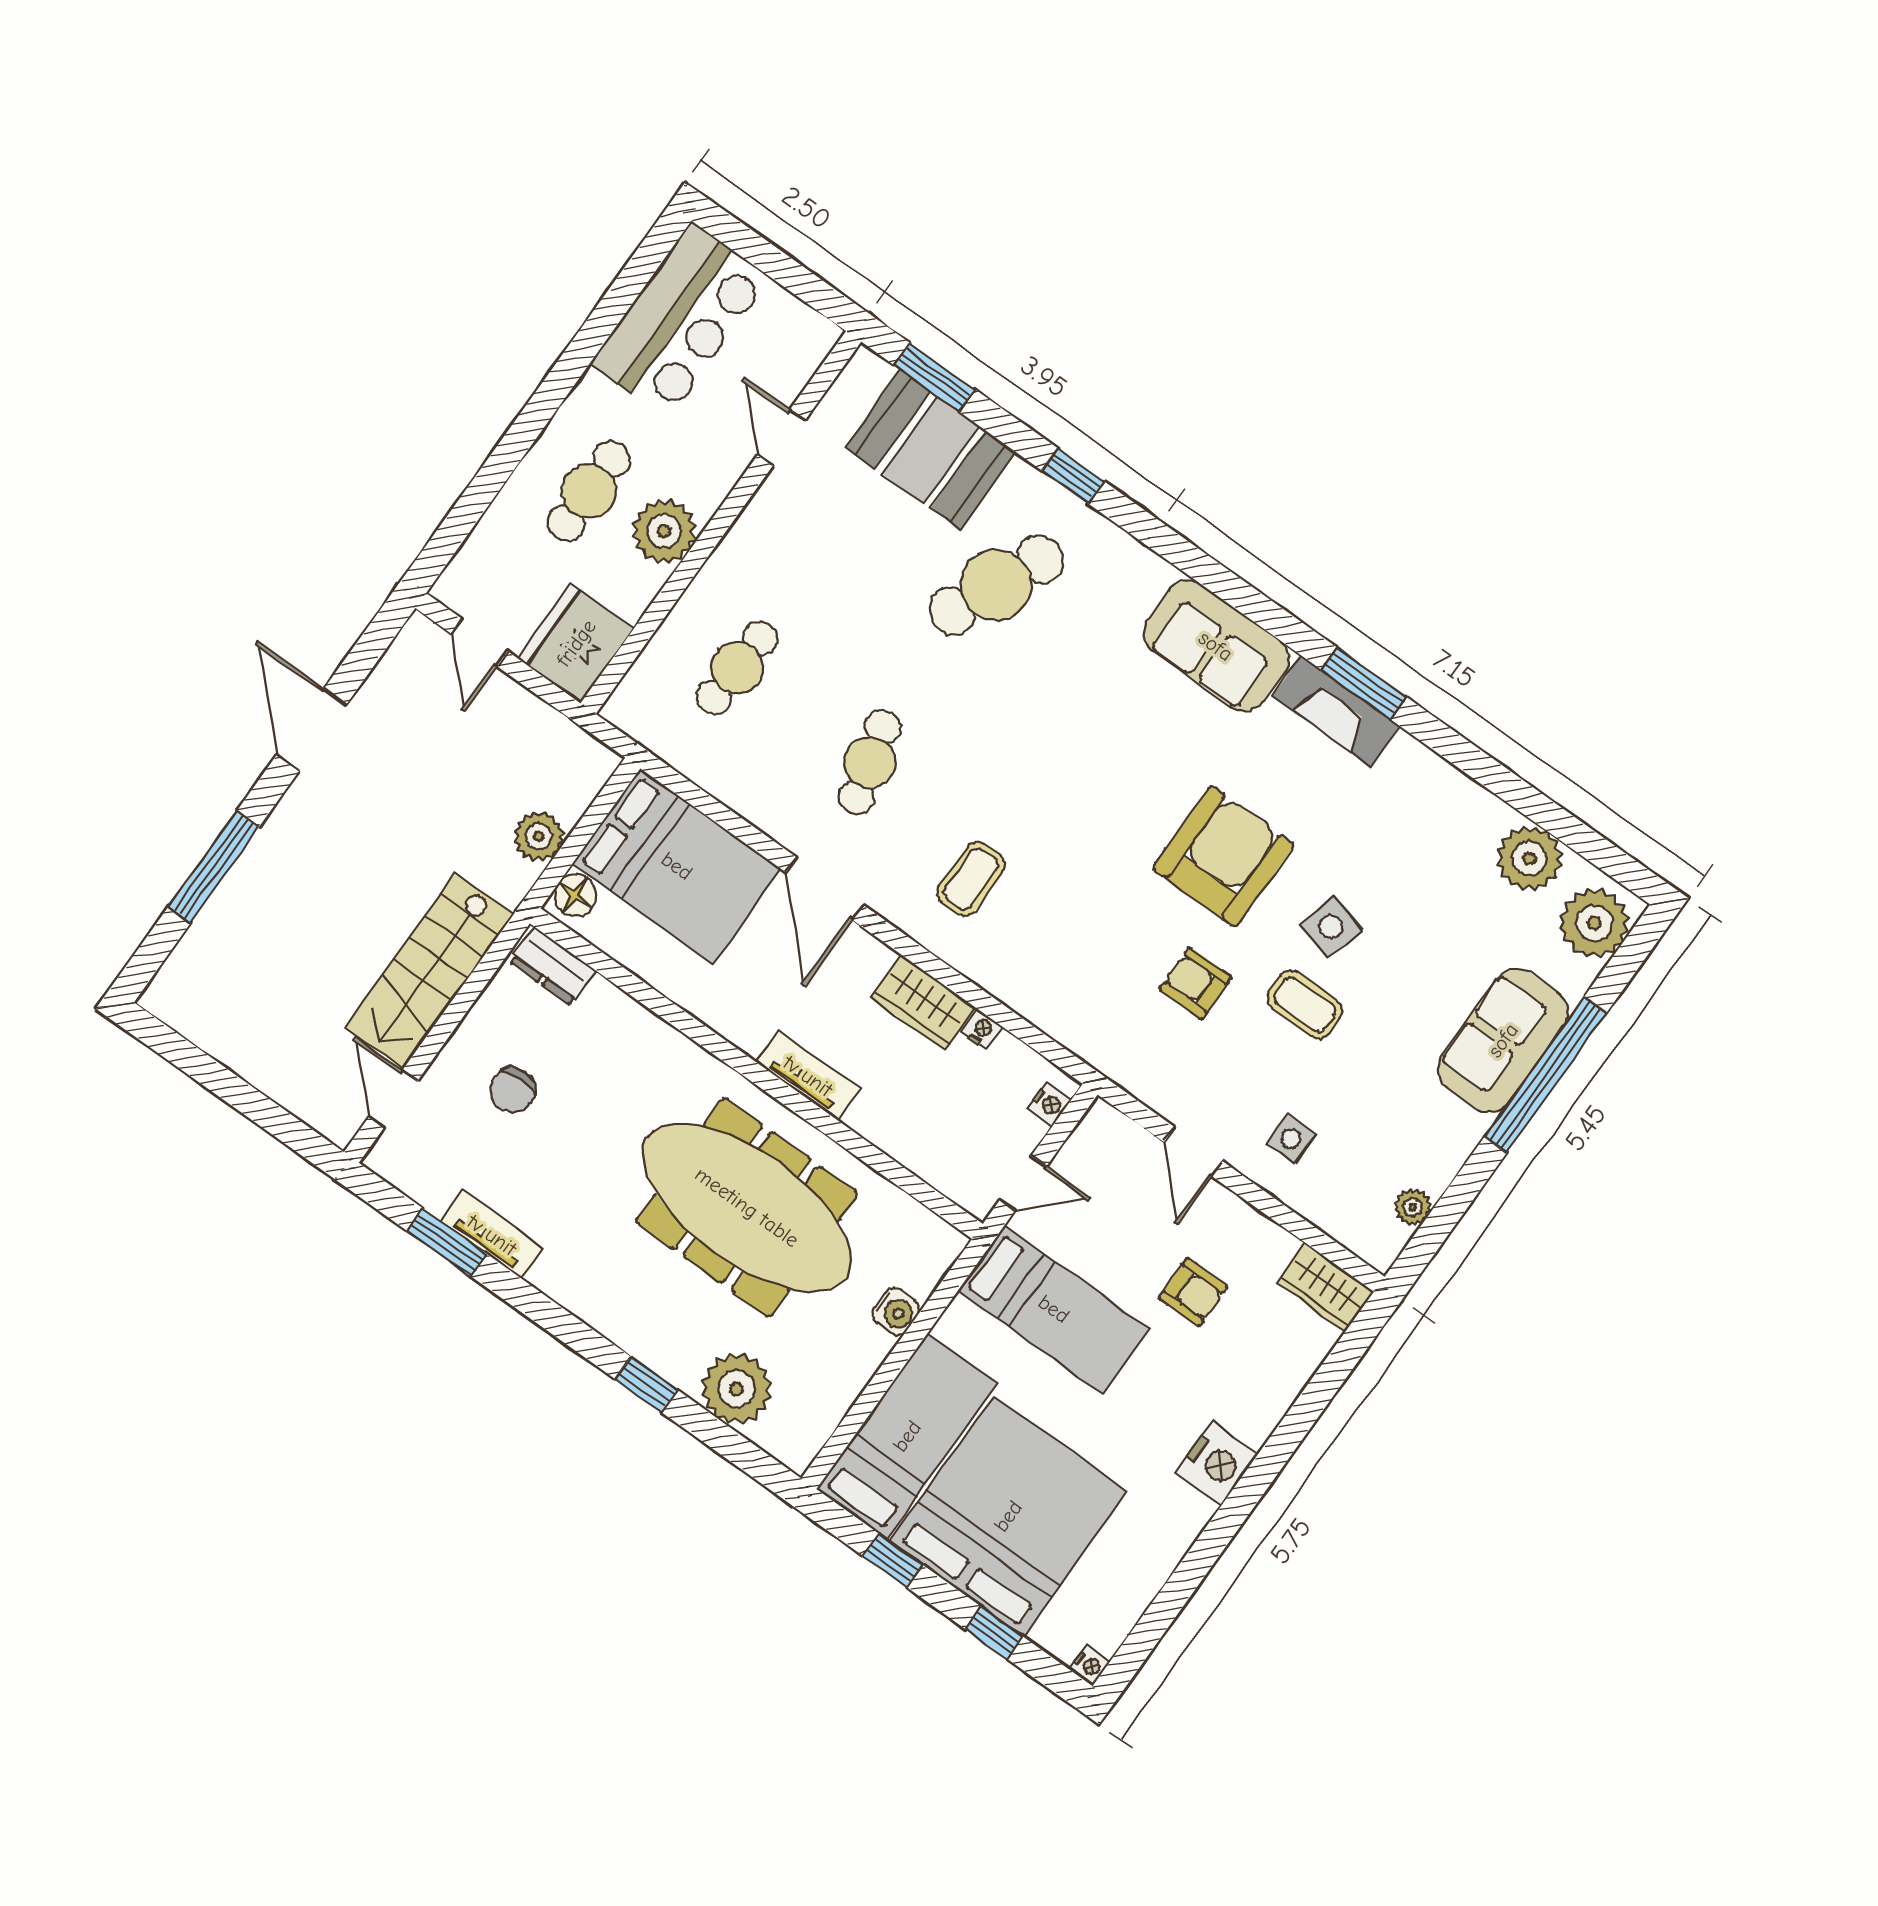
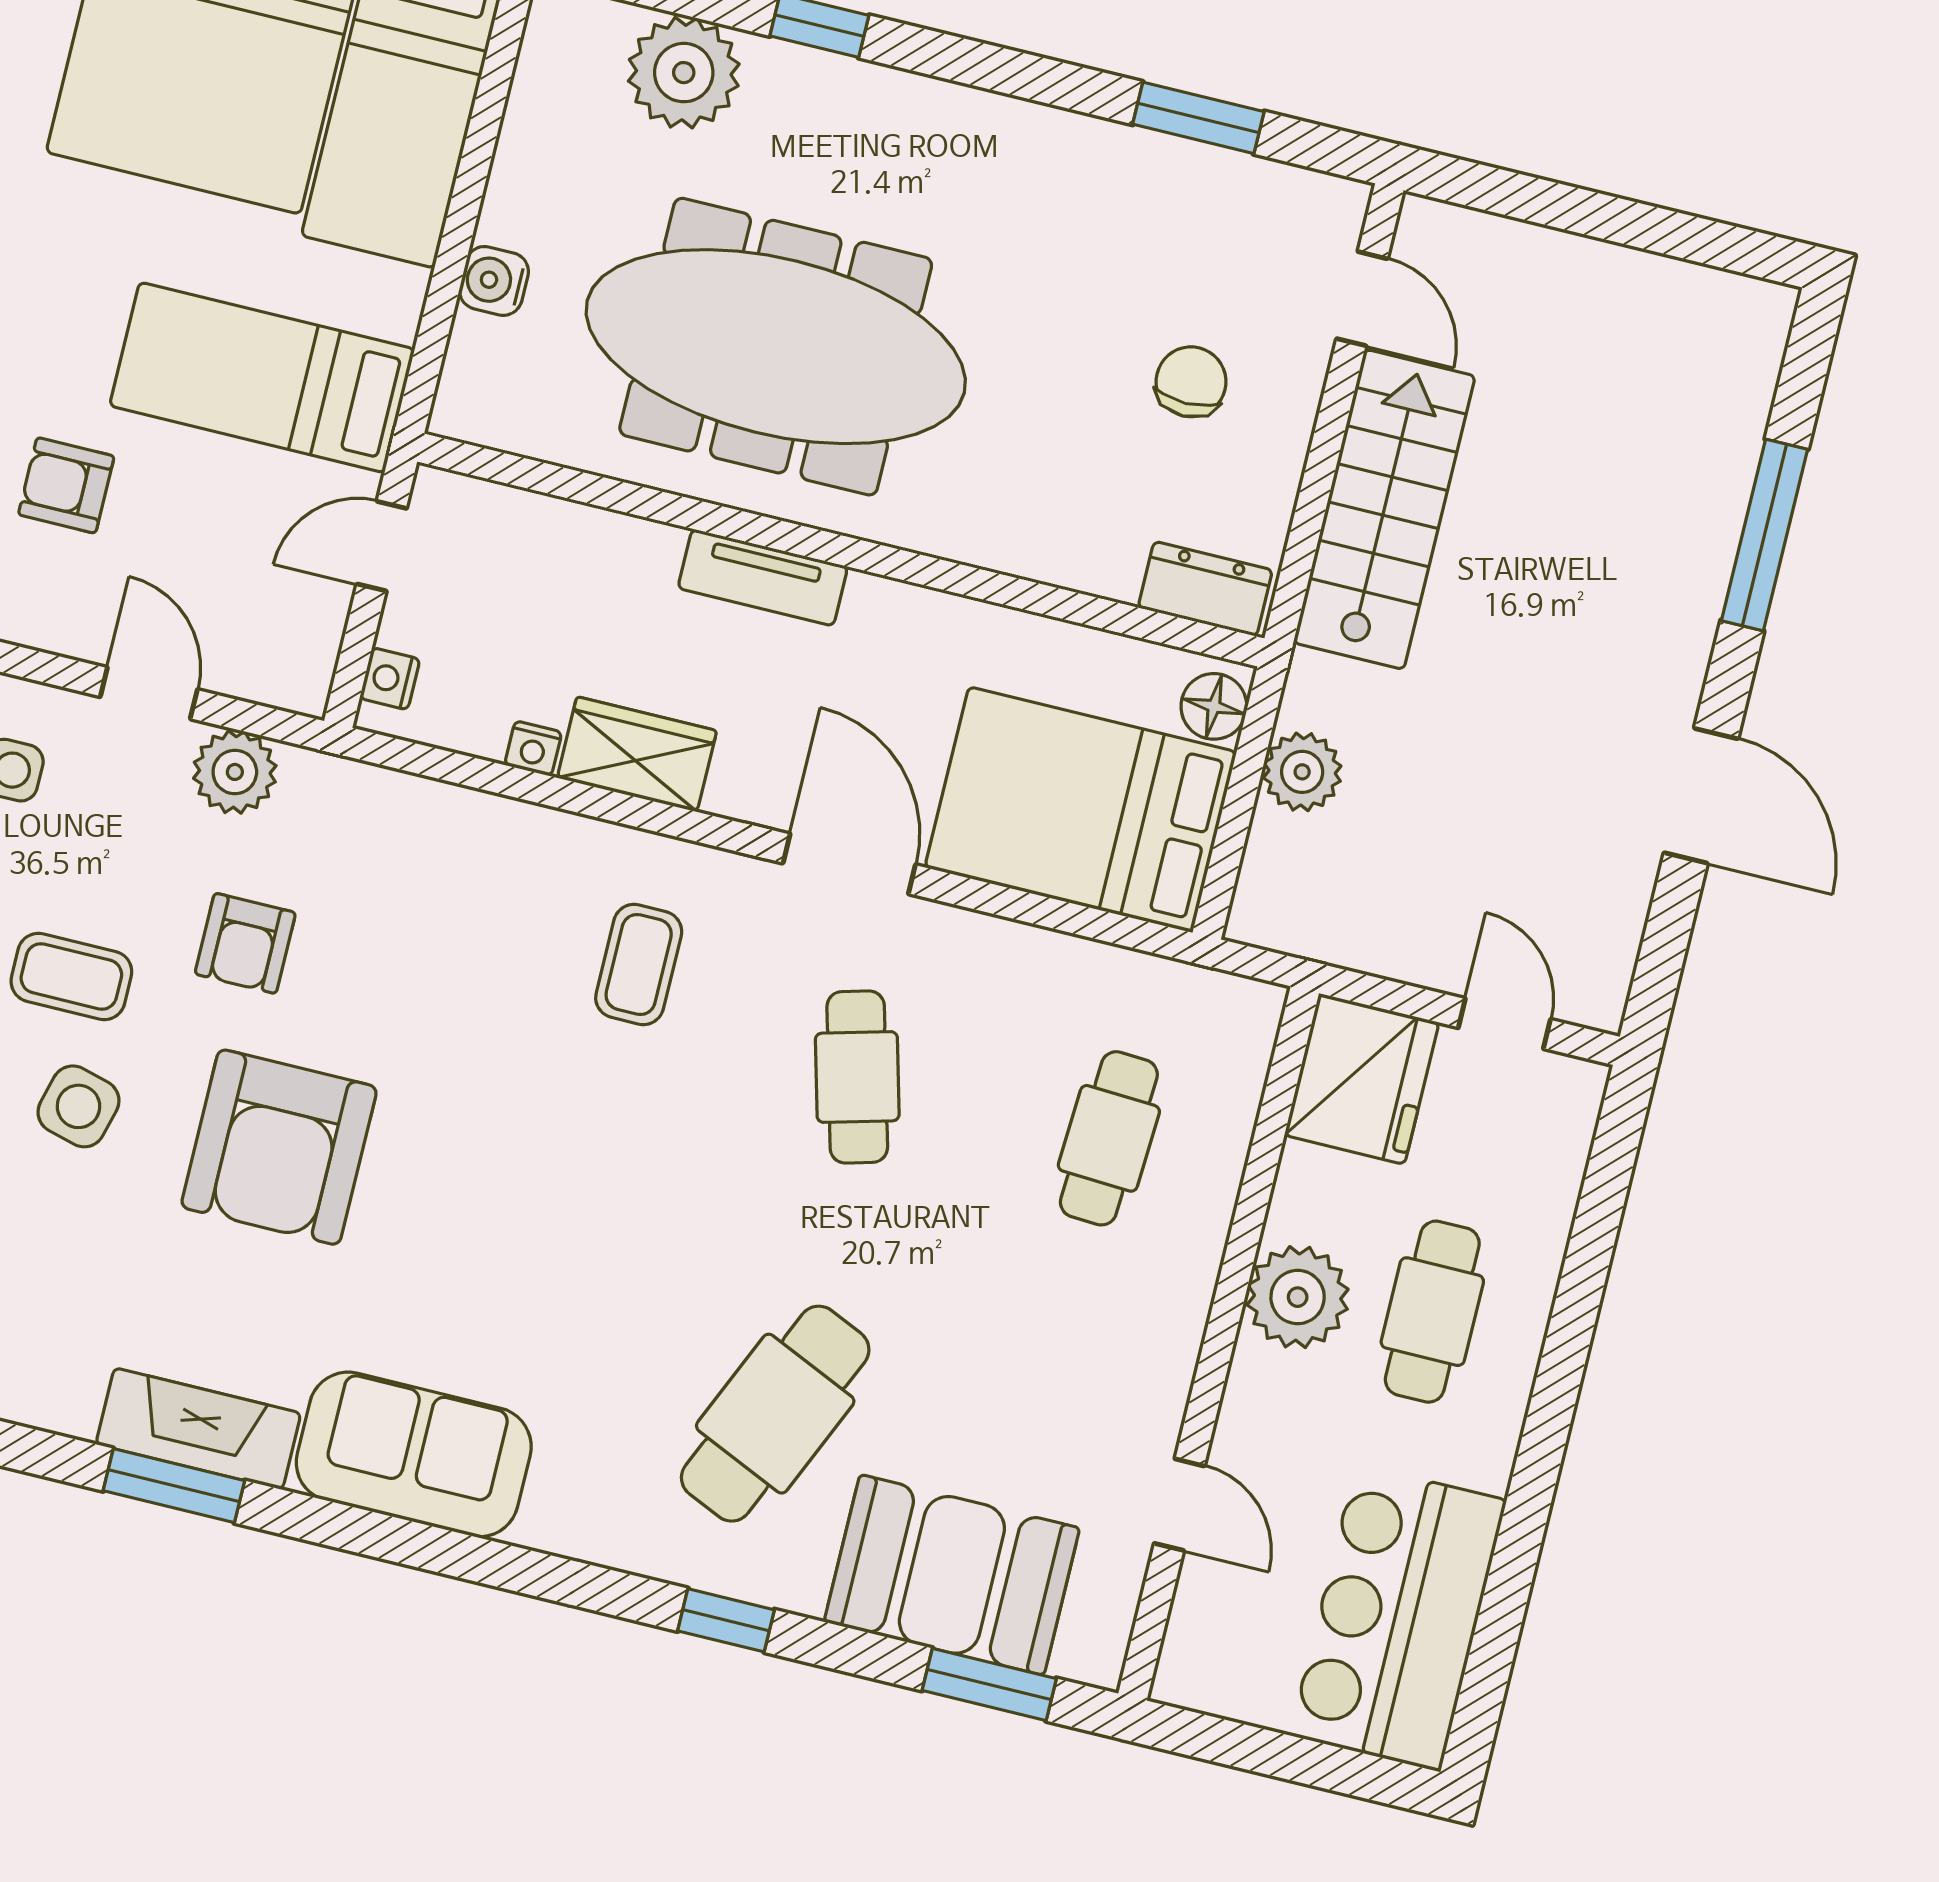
armchair: (1195, 983) -> (245, 943), turned 90
plant: (1162, 1086) -> (235, 772), added
tv unit: (492, 1235) -> (1136, 156), removed

